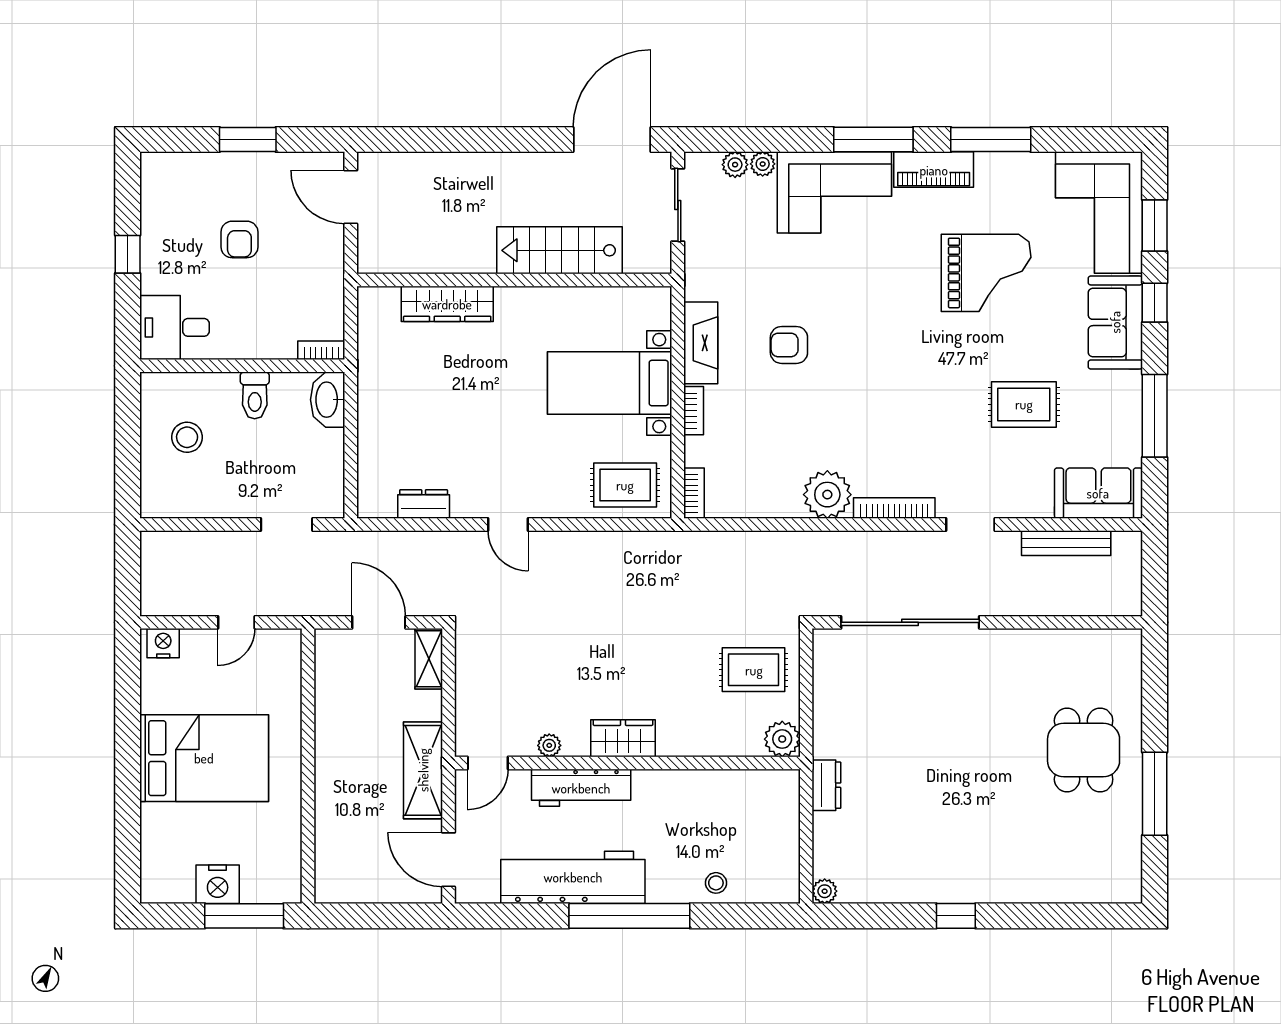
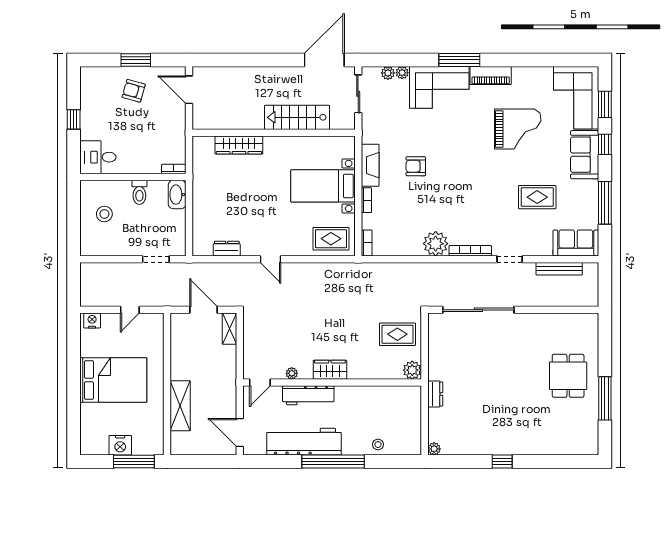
window: (991, 140) -> (520, 60), removed
armchair: (239, 239) -> (134, 91), moved, turned 106
shelving: (423, 770) -> (180, 406), moved

